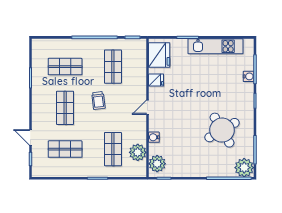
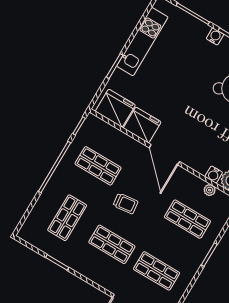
water cooler: (249, 76) -> (215, 36), moved
fridge: (156, 80) -> (142, 125), width x1.88, depth x1.34
door: (147, 107) -> (164, 155), width x1.88
water cooler: (154, 137) -> (214, 175), moved
shop shelf: (65, 149) -> (157, 271), turned 90
plant: (138, 152) -> (210, 190), width x0.53, depth x0.53

